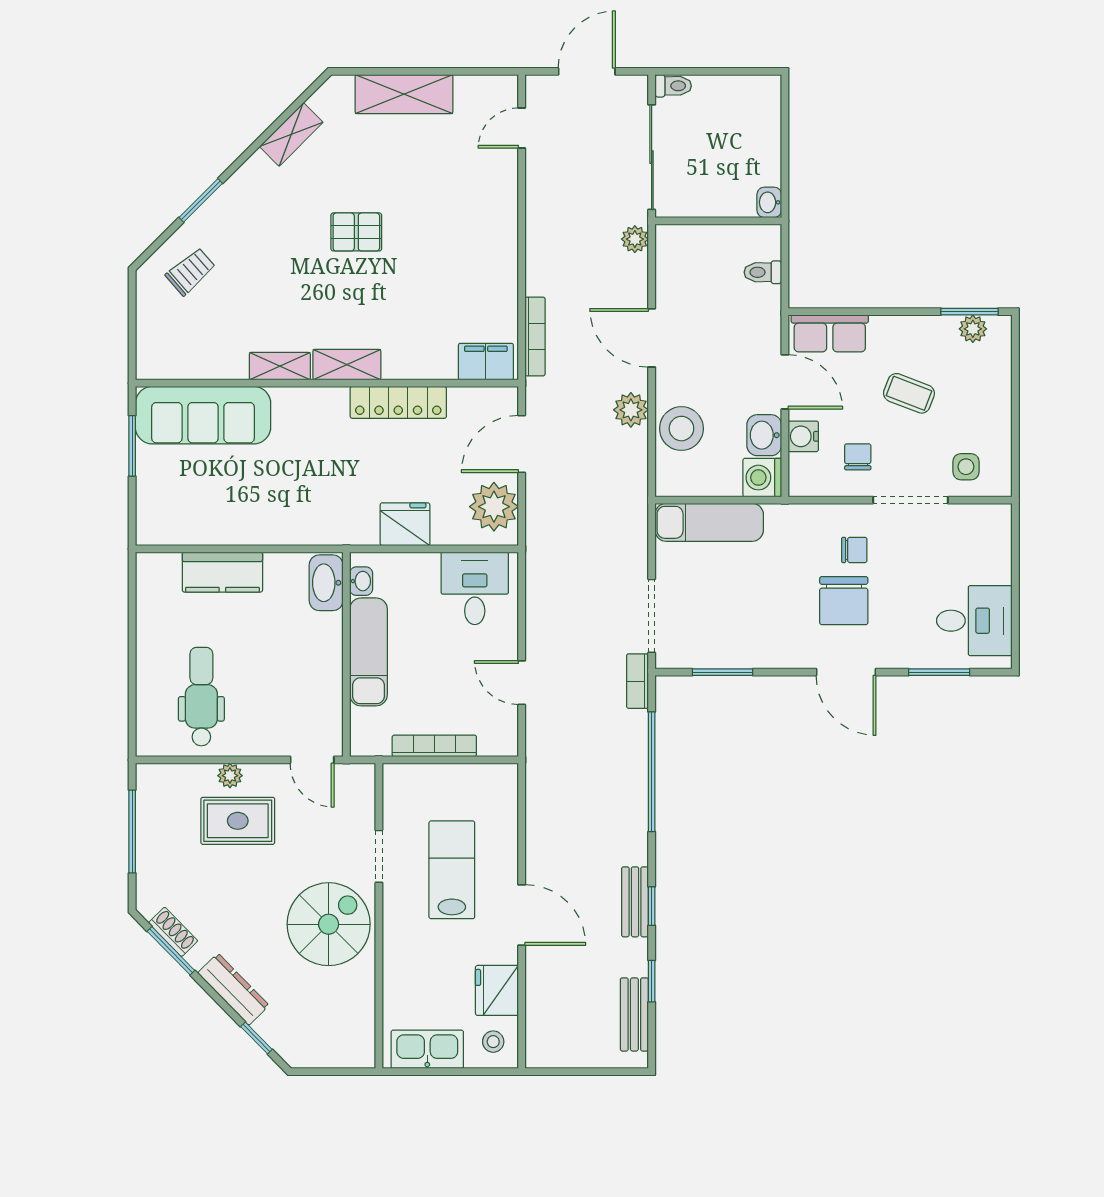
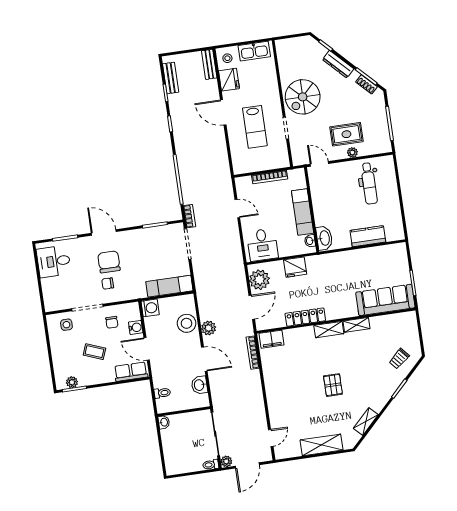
pallet: (356, 232) -> (333, 385), turned 90
plant: (635, 239) -> (226, 461), moved
washbasin: (764, 435) -> (199, 385), moved, turned 180
bench: (635, 902) -> (209, 64), moved

